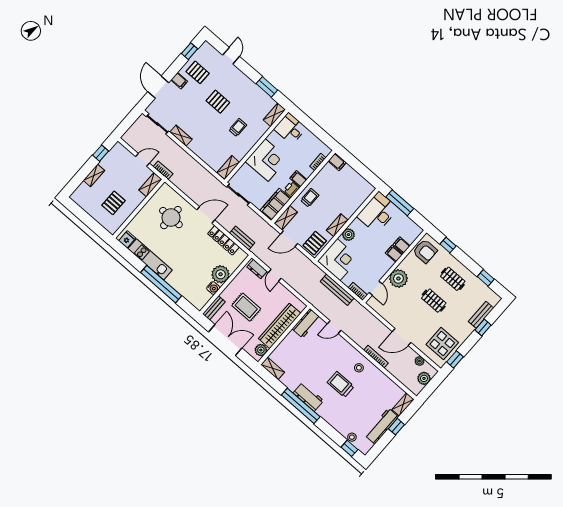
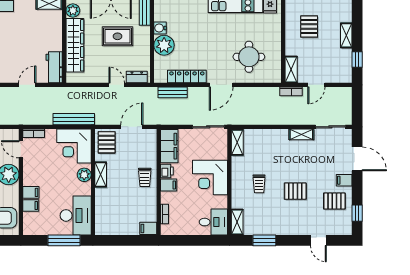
shelving: (286, 218) -> (150, 142), removed
bench: (337, 290) -> (74, 119), moved

